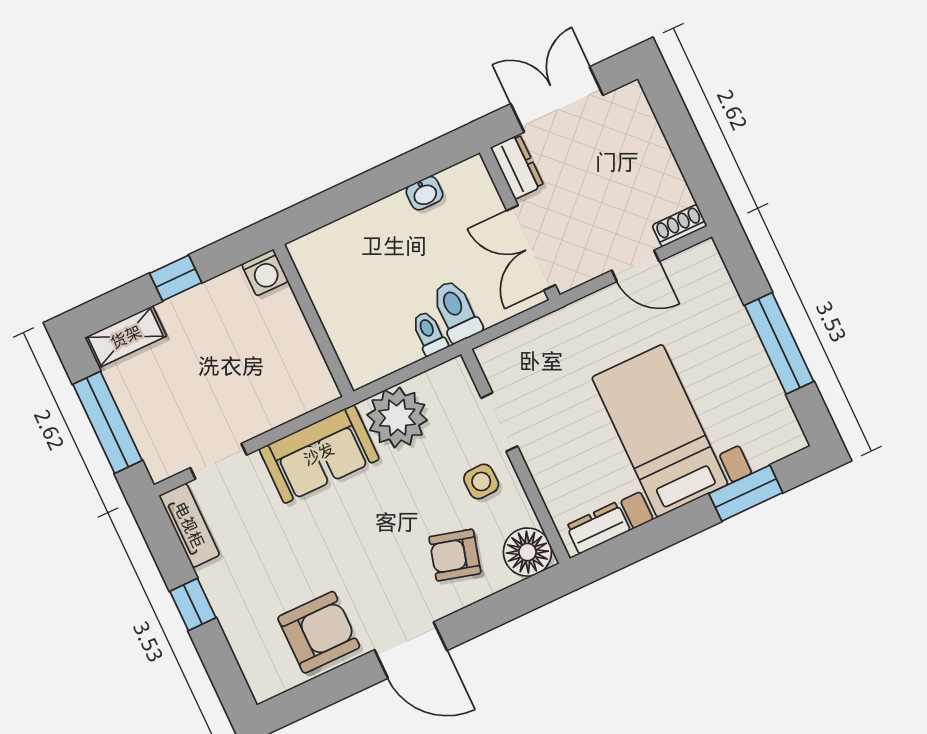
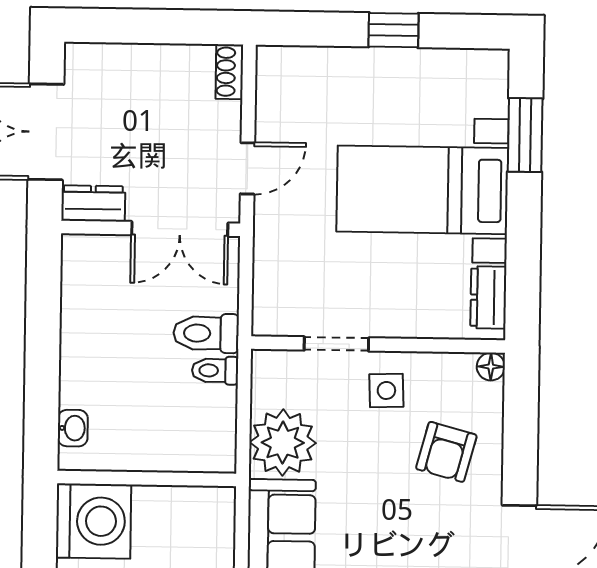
washbasin: (424, 193) -> (73, 428), moved
door: (636, 266) -> (247, 168), moved
washing machine: (265, 273) -> (94, 521), width x1.89, depth x1.89
window: (779, 343) -> (393, 30), width x0.46
floor lamp: (527, 552) -> (491, 367), width x0.53, depth x0.53

